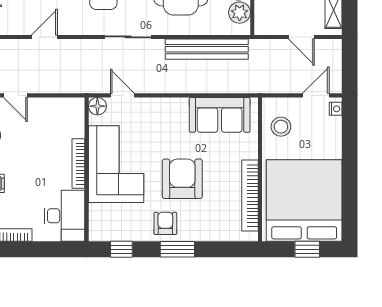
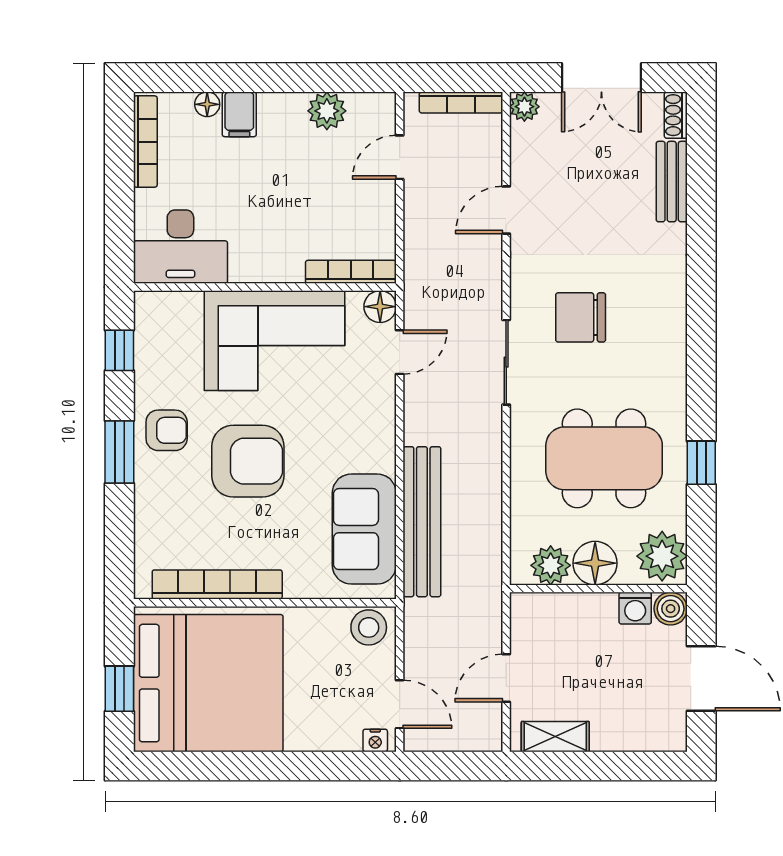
door: (44, 37) -> (506, 210), swing flipped
bench: (207, 49) -> (422, 522), moved
stool: (281, 127) -> (369, 627), moved
bookcase: (78, 164) -> (351, 272), moved

